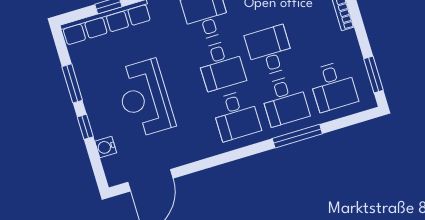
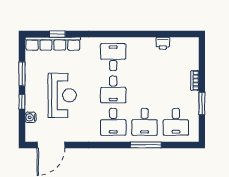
desk: (270, 51) -> (145, 89), removed
window: (373, 74) -> (202, 103), moved
reception desk: (145, 98) -> (62, 95), turned 180

